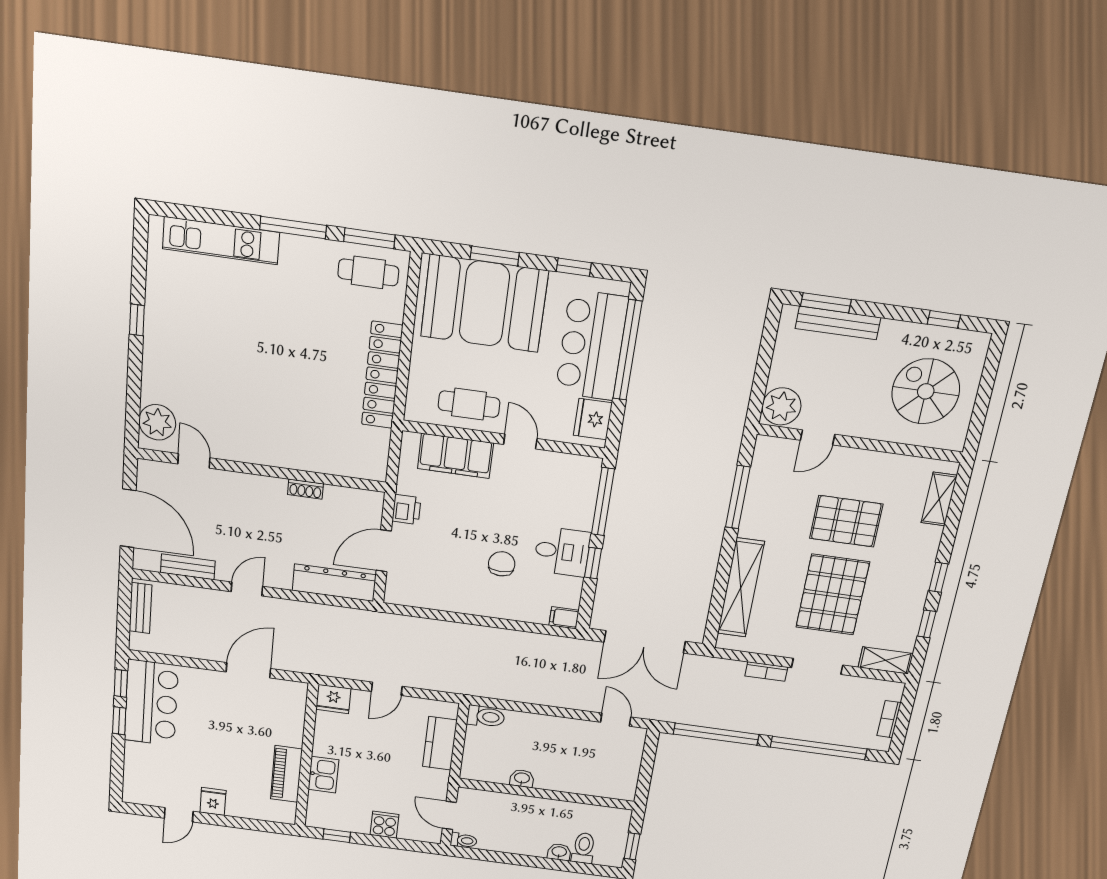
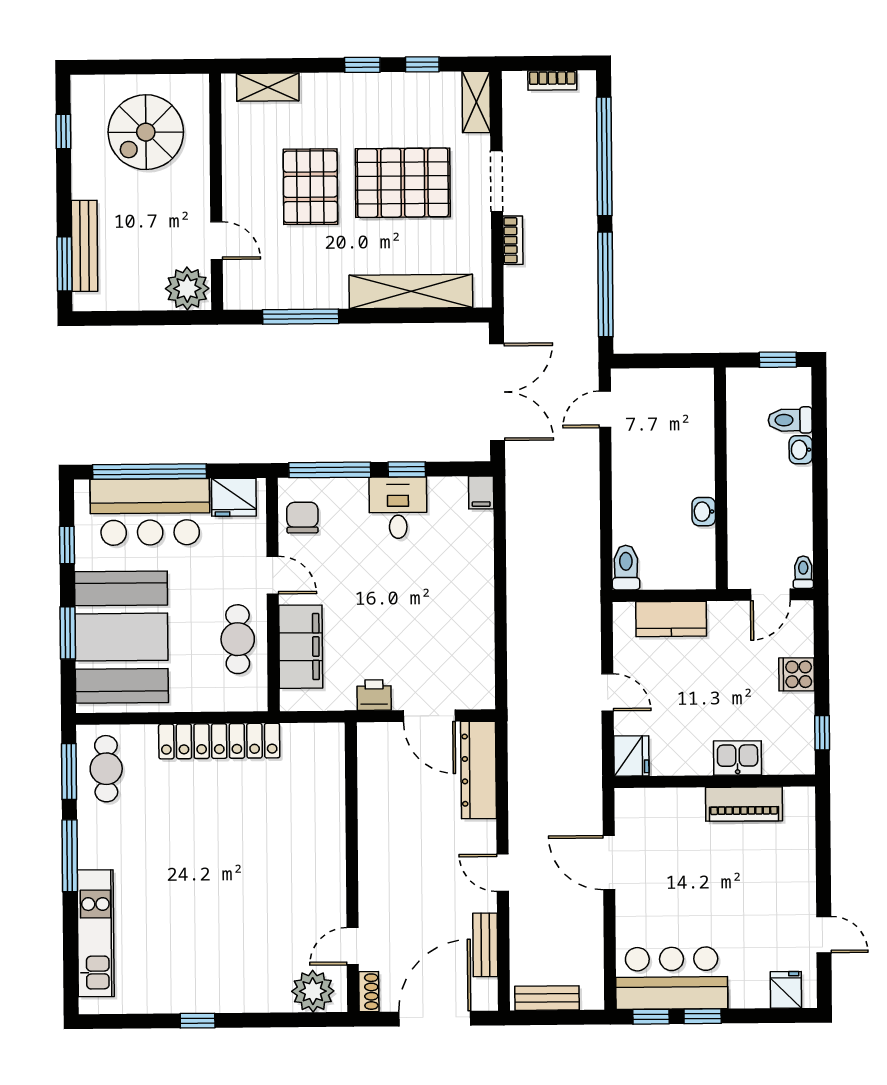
door: (520, 442) -> (273, 575), swing flipped
shoe rack: (305, 489) -> (369, 992), moved
chair: (502, 564) -> (302, 518), moved, turned 90
fridge: (213, 801) -> (786, 990), moved, turned 90

